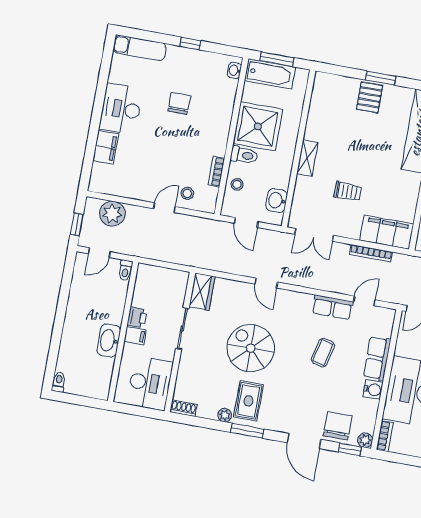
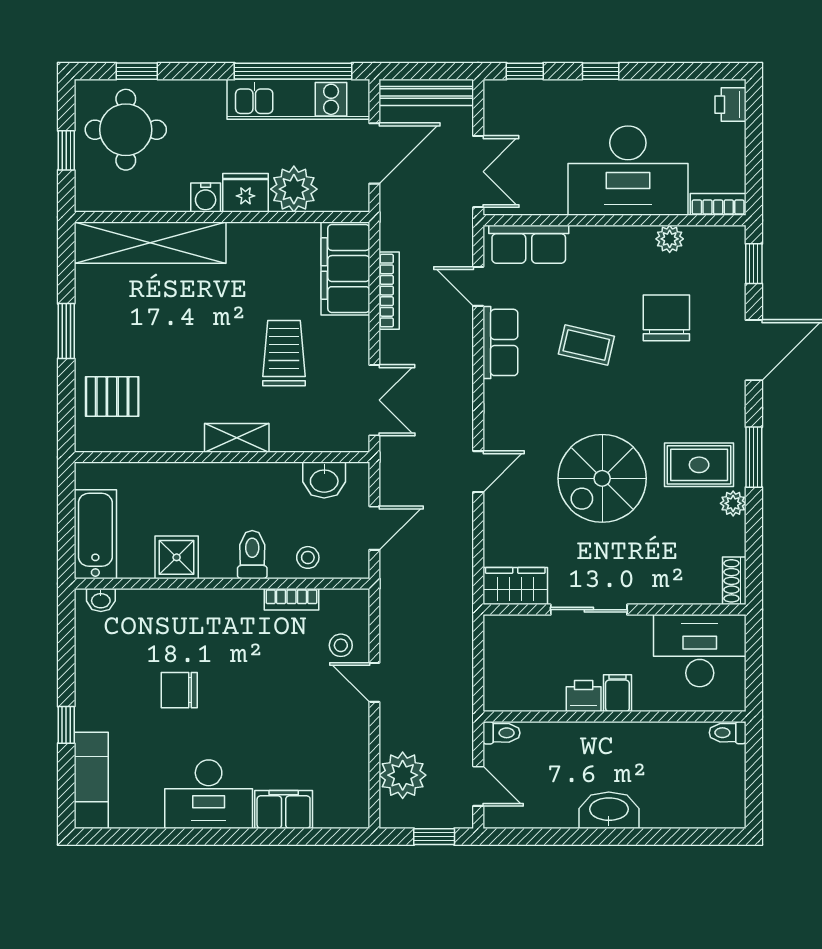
window: (190, 43) -> (66, 725), moved
window: (277, 59) -> (66, 526), removed
pallet: (370, 97) -> (112, 397), moved
shower: (258, 126) -> (177, 557), width x0.54, depth x0.54
trolley: (348, 191) -> (284, 353), width x1.36, depth x1.39
washbasin: (109, 340) -> (609, 810), moved, turned 180
row of seats: (377, 358) -> (529, 244), moved
toilet: (59, 382) -> (728, 733), moved
water cooler: (373, 390) -> (637, 241), removed
chair: (338, 426) -> (666, 318), moved, turned 90
plant: (365, 440) -> (670, 239), moved

